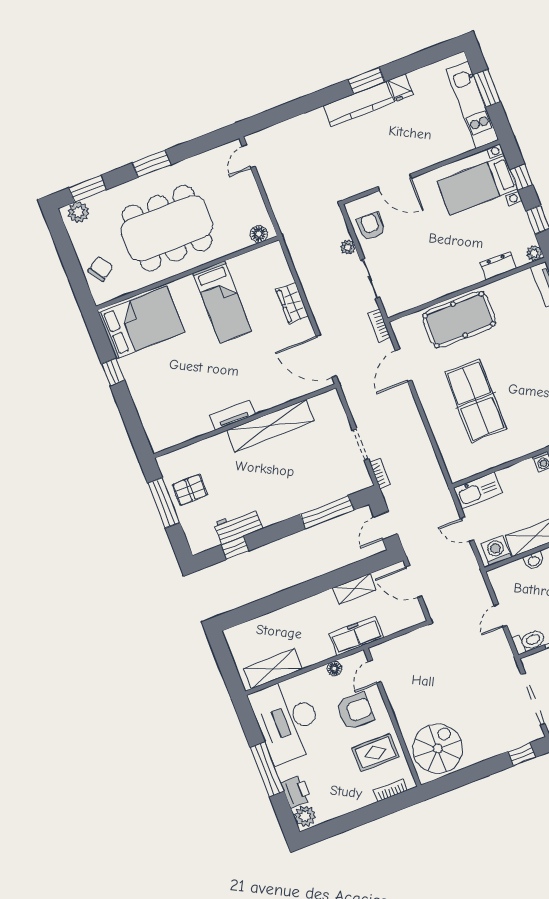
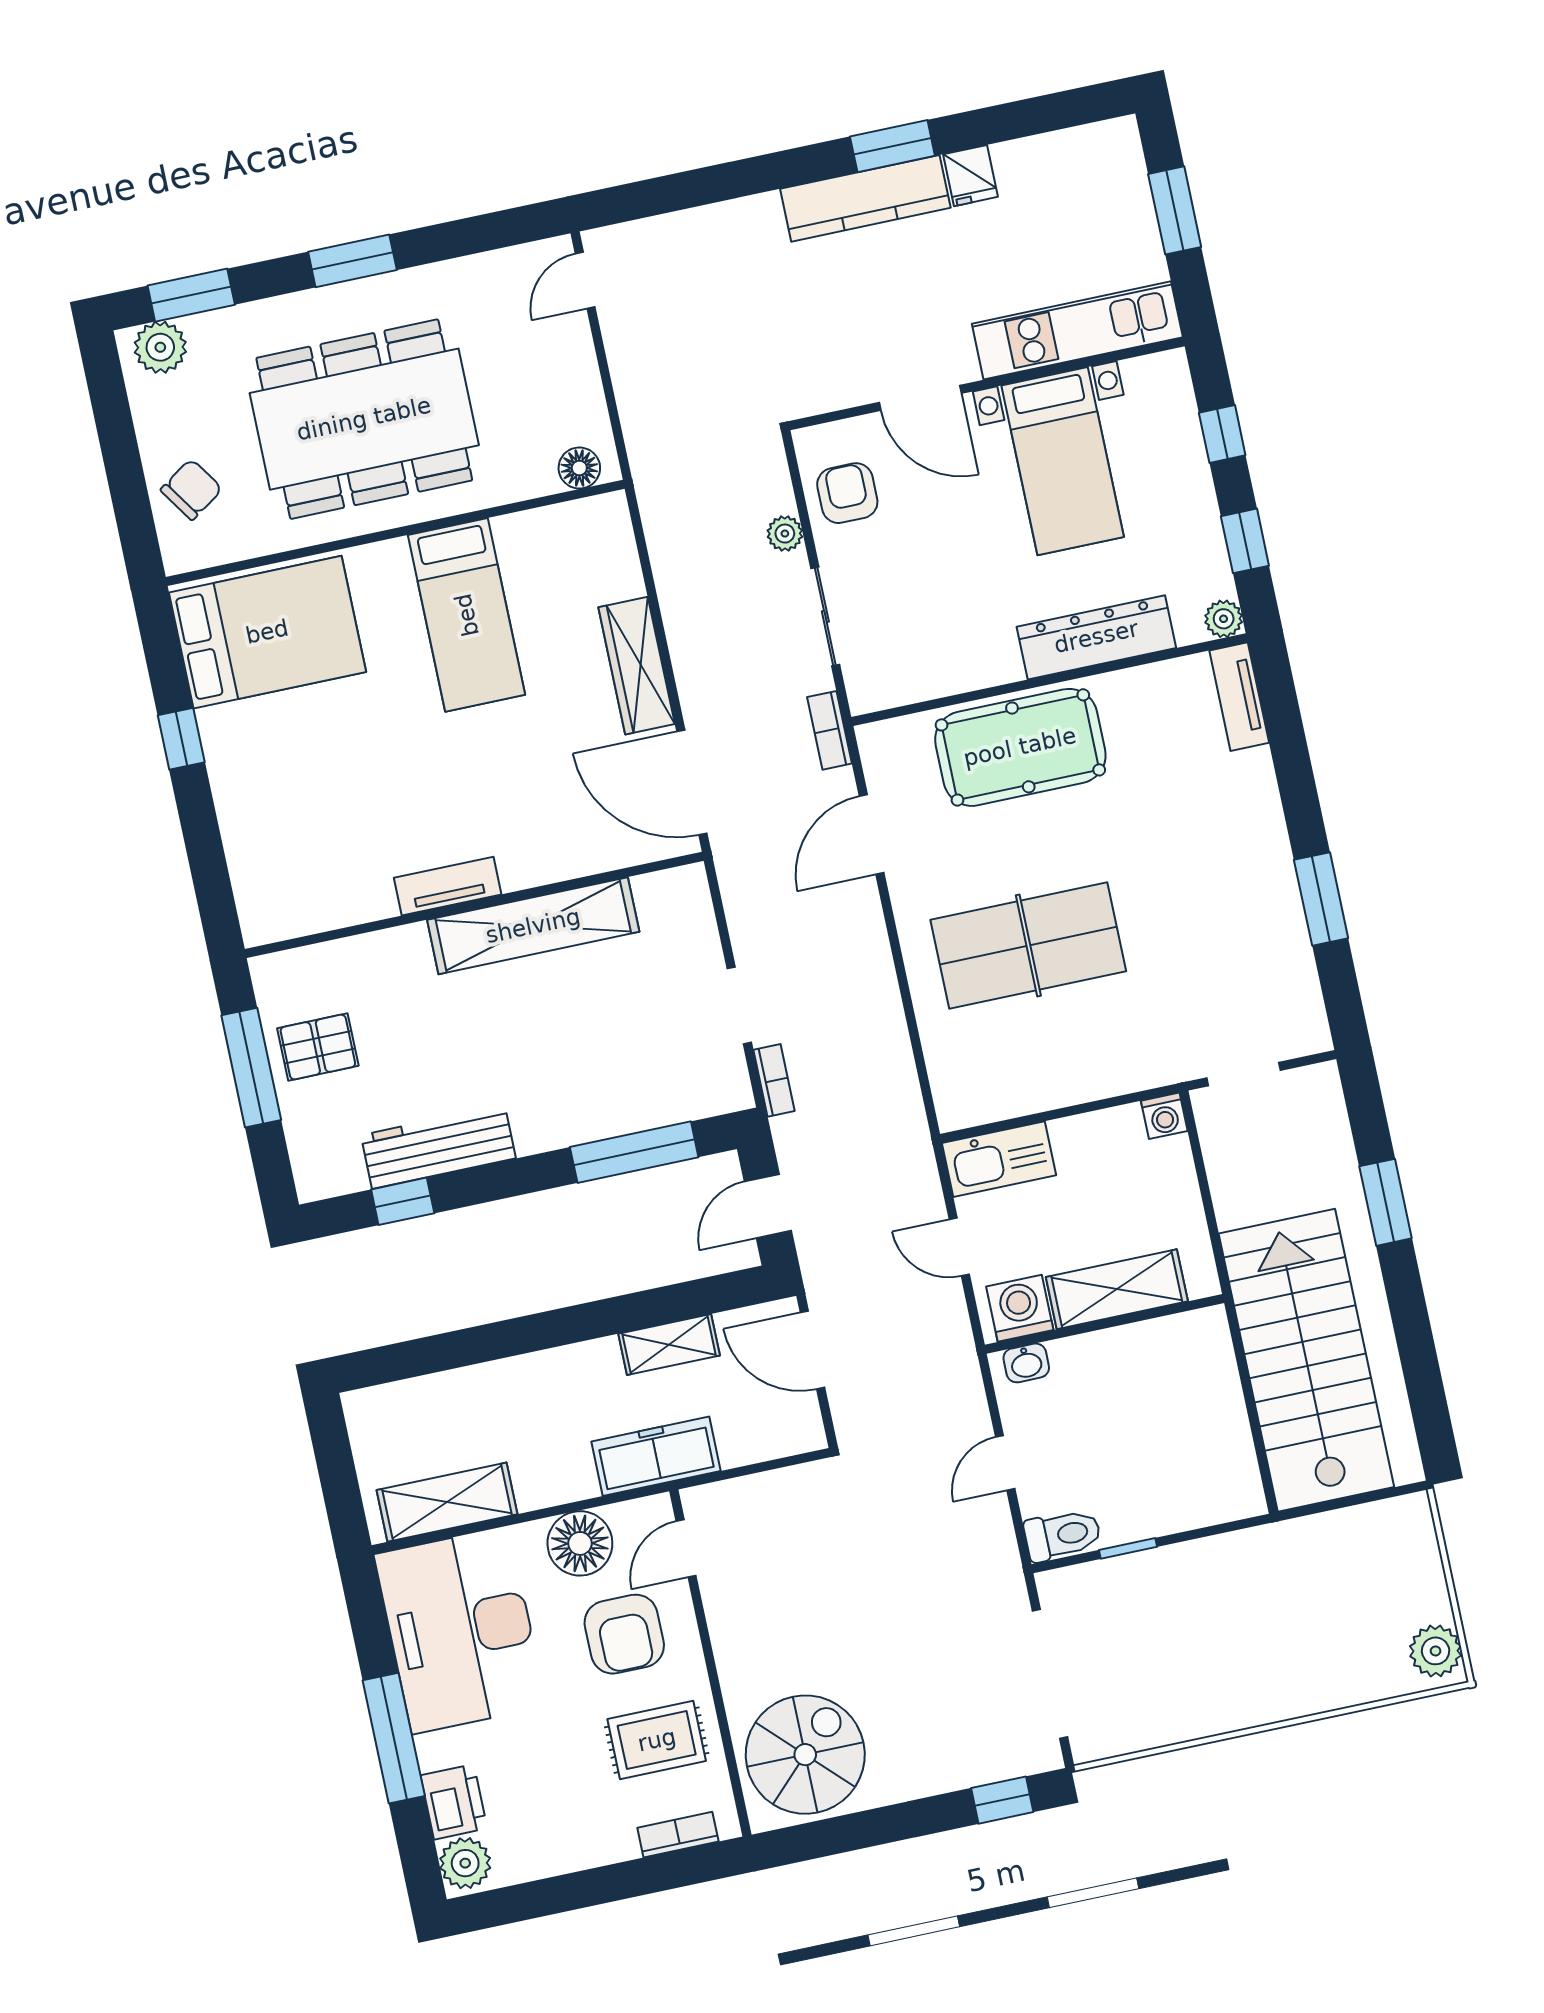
kitchen unit: (472, 105) -> (1077, 330), moved, turned 90
bed with nightstands: (477, 185) -> (1063, 461), moved, turned -90
dresser: (498, 266) -> (1096, 637), width x1.96, depth x1.24
wardrobe: (292, 303) -> (637, 666), width x1.50
table tennis table: (476, 401) -> (1028, 946), turned 90
workbench: (238, 526) -> (438, 1147), width x1.38
washbasin: (534, 561) -> (1026, 1363), moved
floor lamp: (334, 669) -> (580, 1543), width x1.89, depth x1.89
armchair: (355, 711) -> (624, 1634), turned 90

